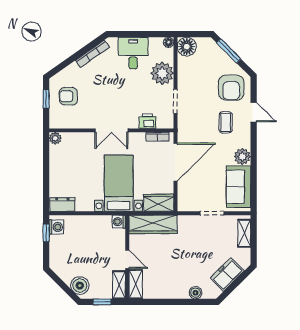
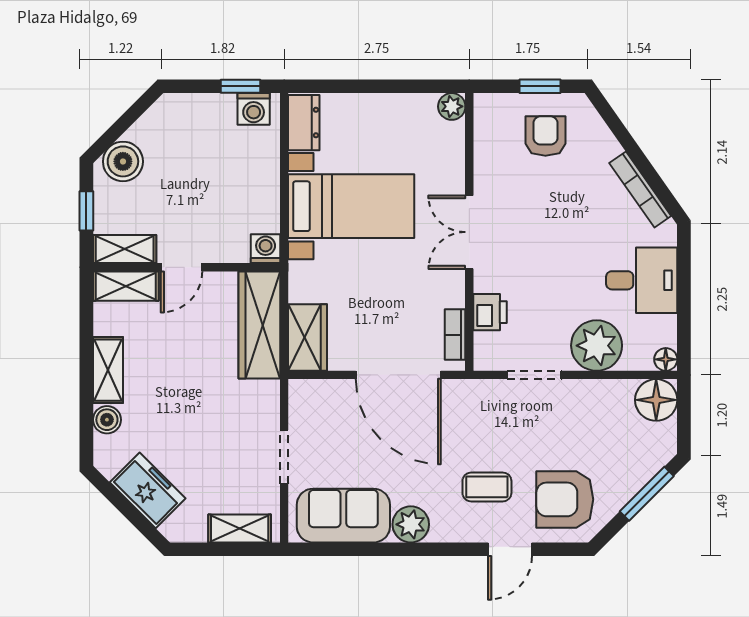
bed with nightstands: (119, 183) -> (351, 206), moved
shelving: (173, 292) -> (108, 370), added

